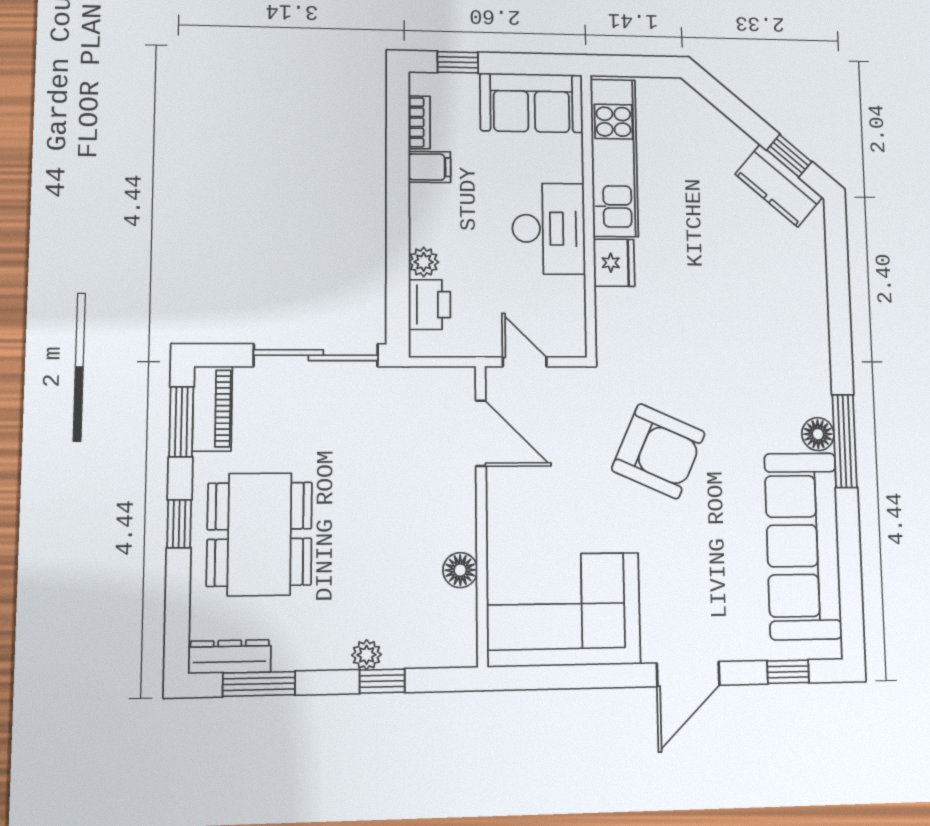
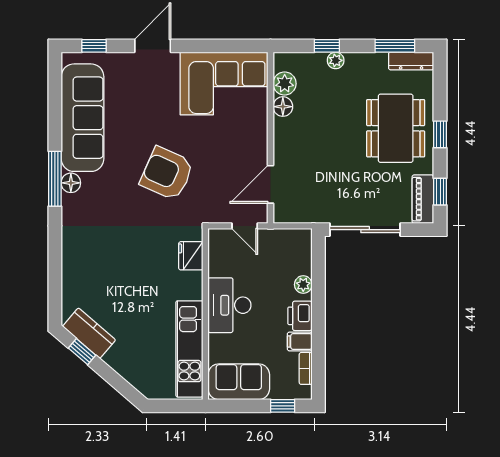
fridge: (614, 263) -> (191, 256), moved
printer: (429, 305) -> (300, 316), moved
window: (181, 422) -> (440, 192), width x0.67
door: (481, 433) -> (271, 184), hinge flipped
plant: (457, 611) -> (285, 84), added

